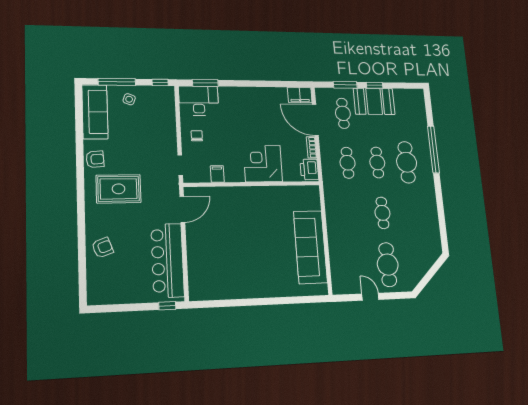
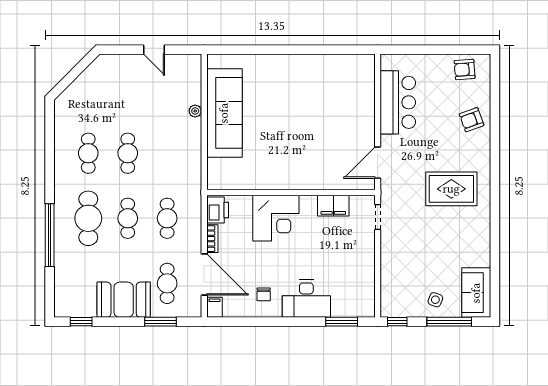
window: (375, 85) -> (81, 322), moved
filing cabinet: (300, 95) -> (214, 307), width x0.50
desk: (199, 101) -> (306, 299), moved
sofa: (95, 112) -> (476, 293), width x0.73
chair: (197, 136) -> (264, 294), moved
armchair: (95, 159) -> (465, 70), moved
filing cabinet: (217, 174) -> (333, 206), width x2.00
plant: (334, 248) -> (195, 111), added
bar counter: (167, 260) -> (398, 102), width x0.73
cafe table: (388, 265) -> (88, 153), moved, width x0.73, depth x0.74
window: (167, 306) -> (400, 50), removed

